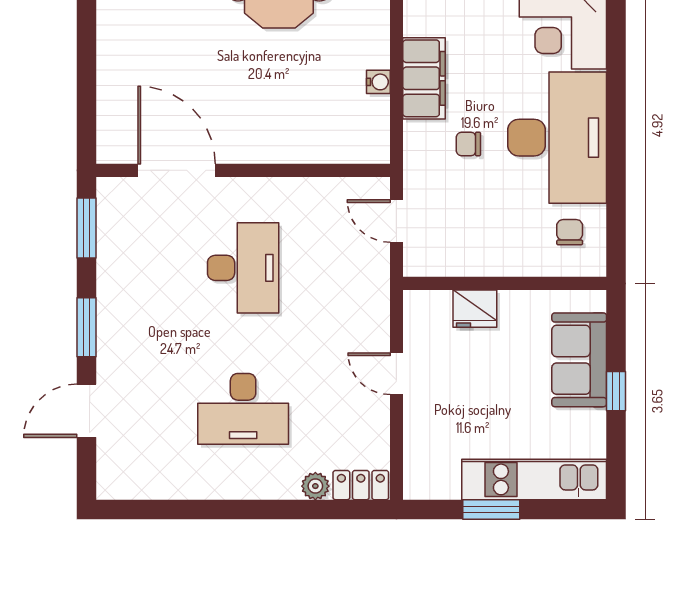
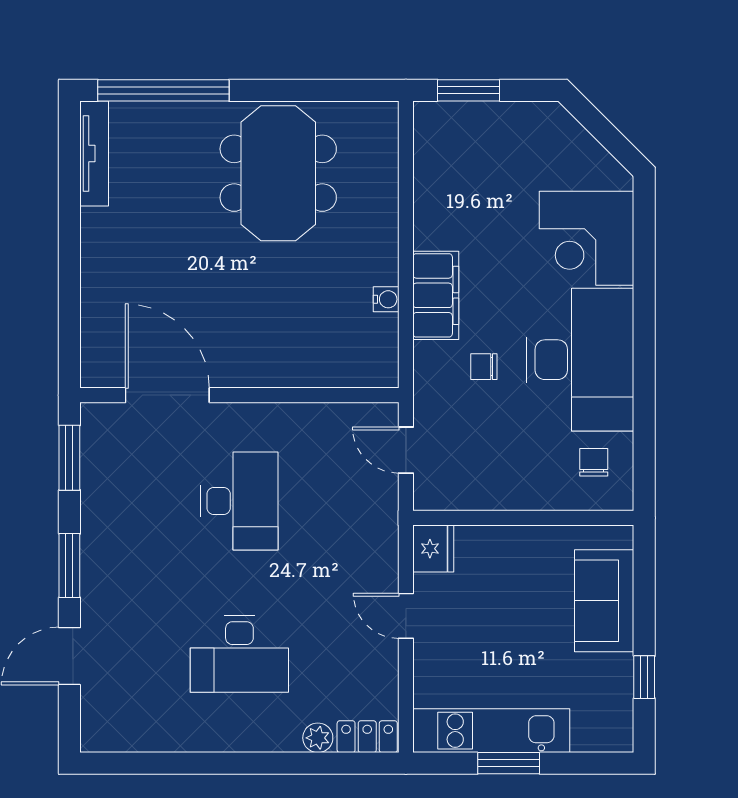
fridge: (475, 309) -> (433, 549), moved, turned -90
window: (616, 391) -> (644, 677), moved
kitchen unit: (534, 479) -> (491, 731), moved

